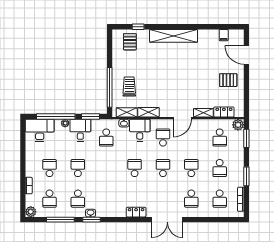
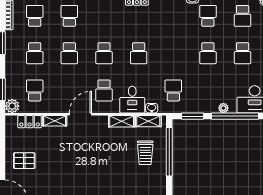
desk: (80, 130) -> (205, 99), removed
school desk: (220, 168) -> (35, 53), turned 180
school desk: (50, 199) -> (243, 16), turned 180

